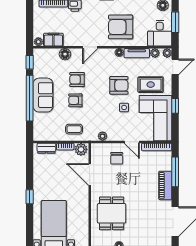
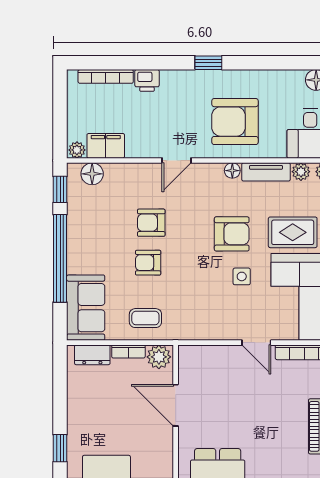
floor lamp: (65, 54) -> (92, 174), moved
sofa: (43, 95) -> (86, 308), moved
plant: (103, 136) -> (200, 332), removed
chair: (117, 158) -> (227, 374), removed

